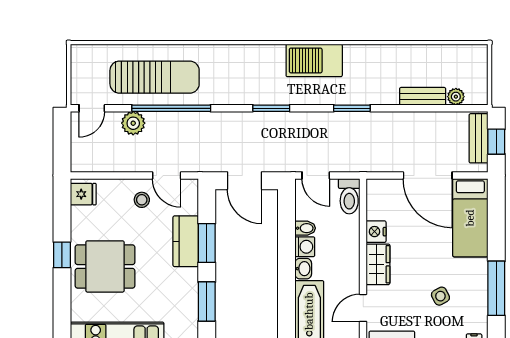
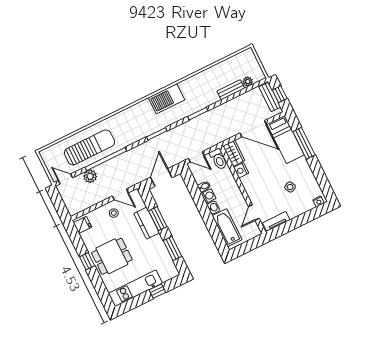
door: (92, 108) -> (65, 179), swing flipped
door: (245, 181) -> (161, 177), swing flipped
wardrobe: (378, 264) -> (234, 153), moved
window: (496, 288) -> (304, 143), moved

